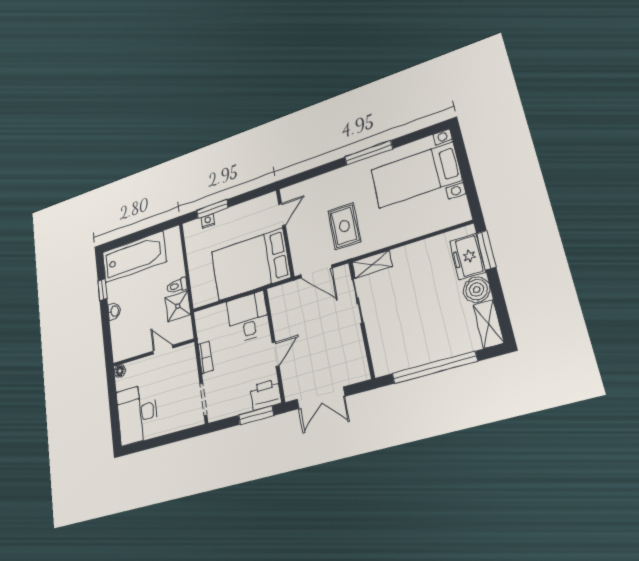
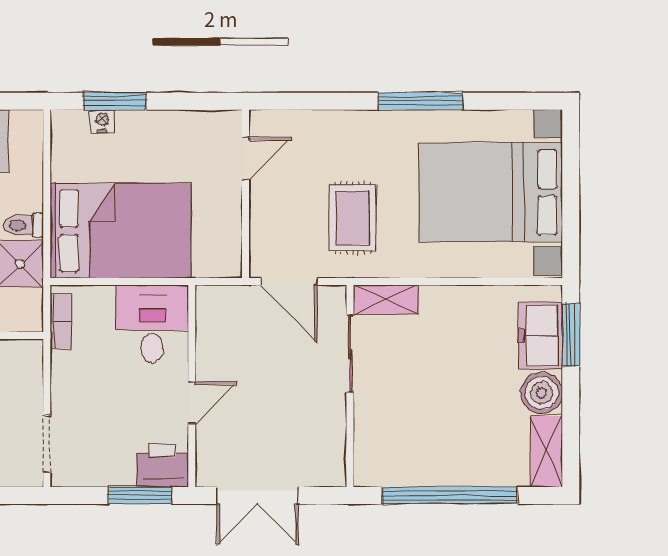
bed with nightstands: (416, 175) -> (490, 192), width x1.36
bed: (251, 264) -> (120, 231), moved, turned 180
bookcase: (205, 357) -> (61, 321), moved

